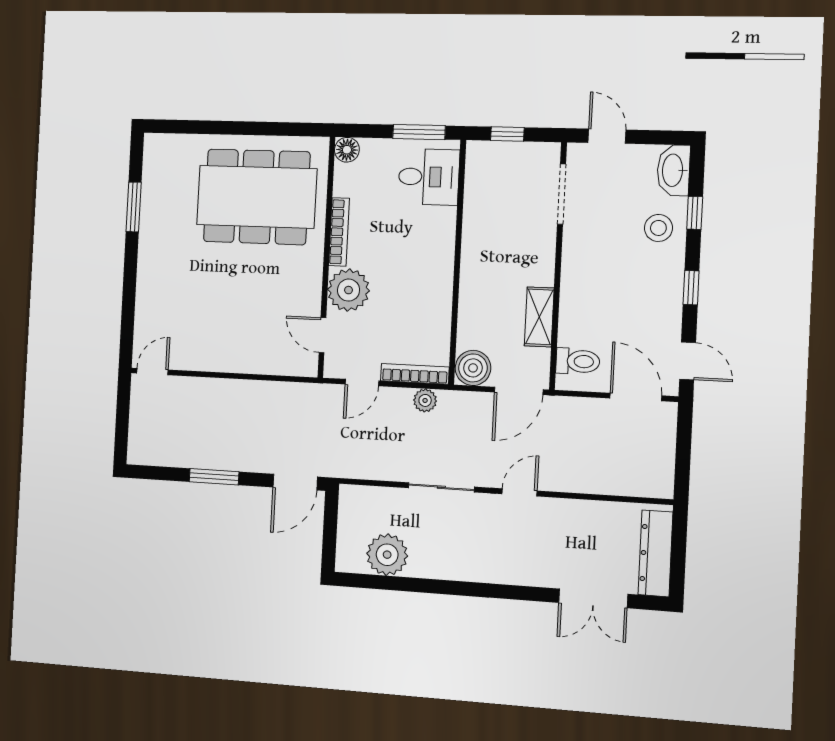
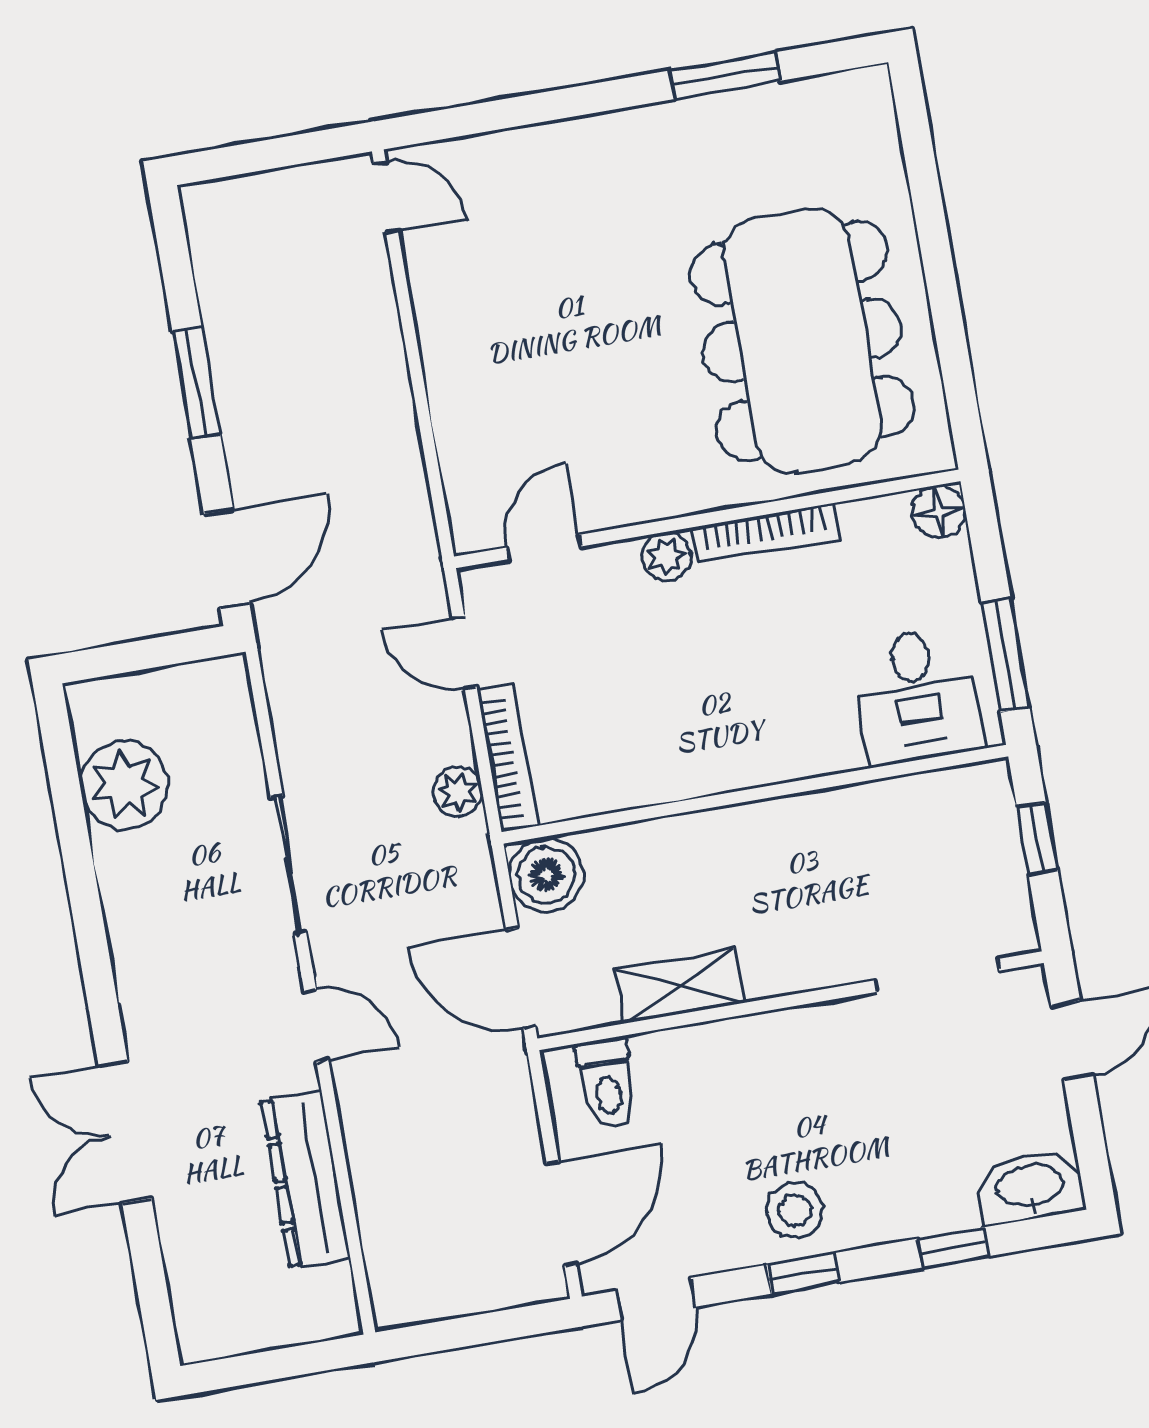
stool: (658, 228) -> (795, 1210), moved
plant: (349, 290) -> (666, 556), width x0.53, depth x0.53
door: (295, 482) -> (227, 558), swing flipped
dresser: (656, 553) -> (306, 1179), moved, turned -90
double door: (593, 598) -> (125, 1132), moved

